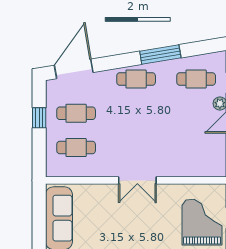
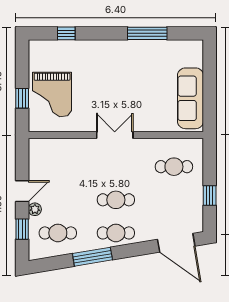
door: (74, 69) -> (176, 243), hinge flipped
cafe table: (76, 113) -> (116, 200), moved

